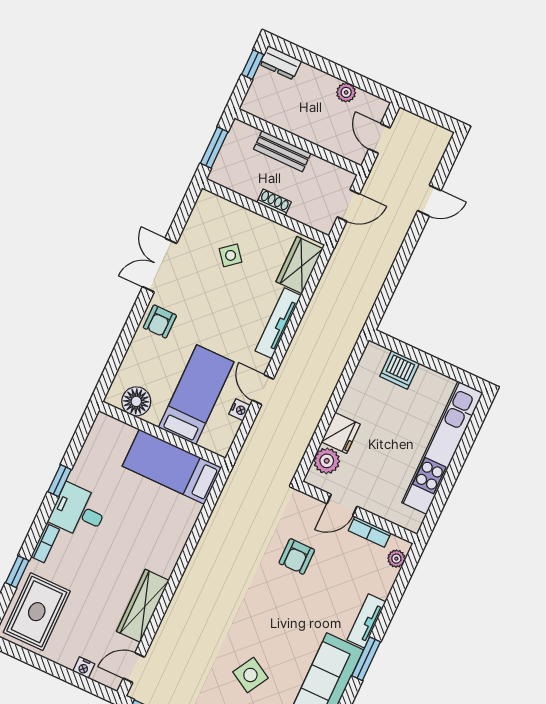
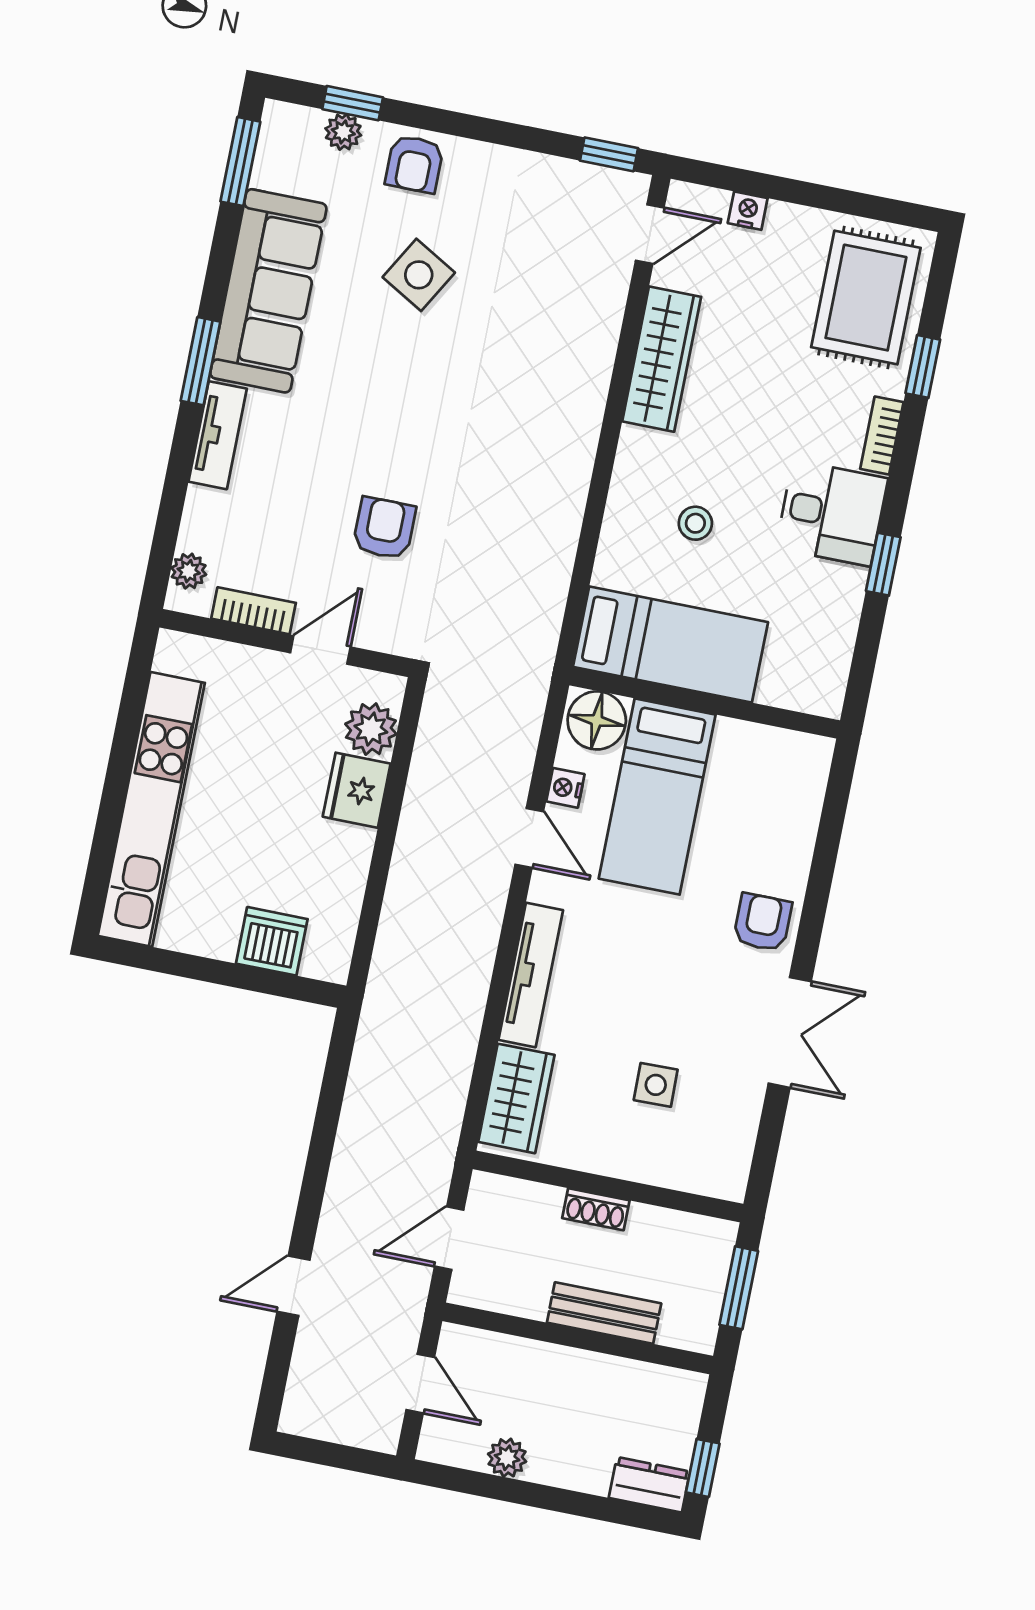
side table: (231, 255) -> (656, 1085), turned 38
floor lamp: (136, 401) -> (597, 720), moved
stool: (146, 522) -> (695, 523), added

